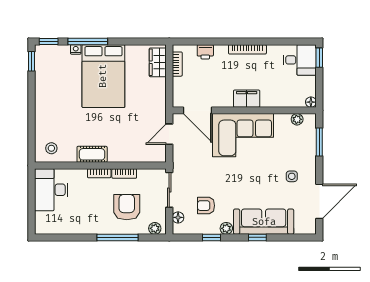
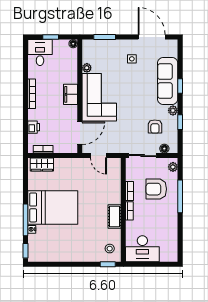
window: (319, 58) -> (51, 37), moved
window: (31, 61) -> (108, 264), moved
plant: (297, 119) -> (87, 68), moved

